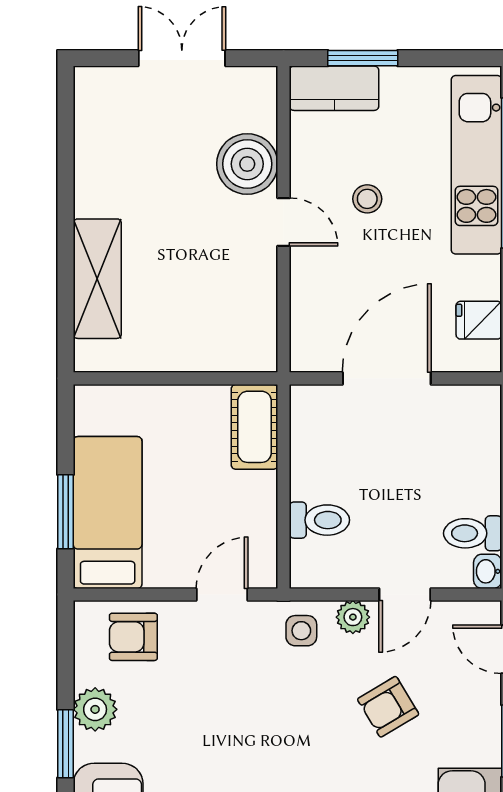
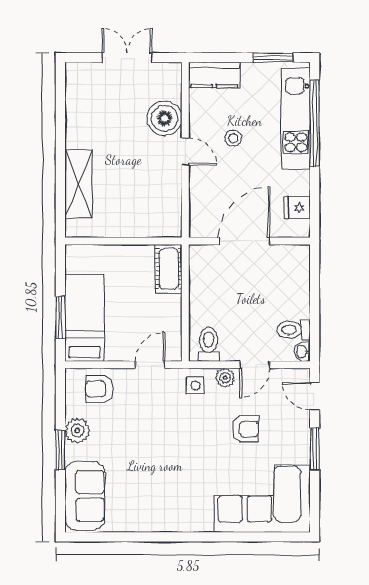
window: (363, 58) -> (273, 58), moved
toilet: (319, 520) -> (209, 344), moved, turned -90
armchair: (388, 707) -> (245, 429), turned -149

